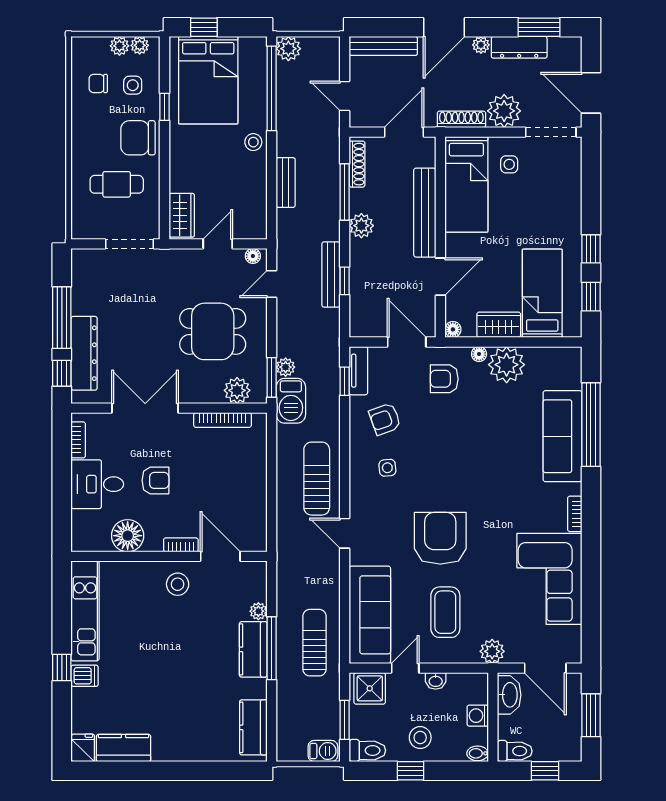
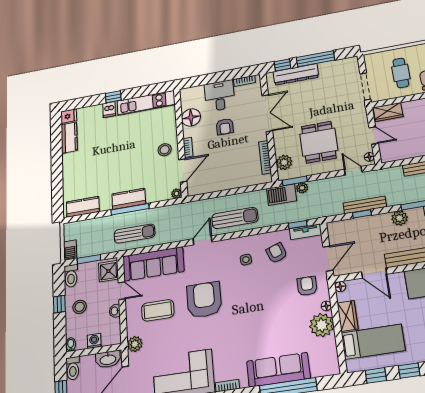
armchair: (440, 538) -> (204, 300), turned -90
plant: (258, 611) -> (177, 194), moved

